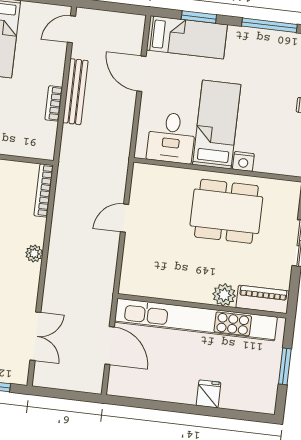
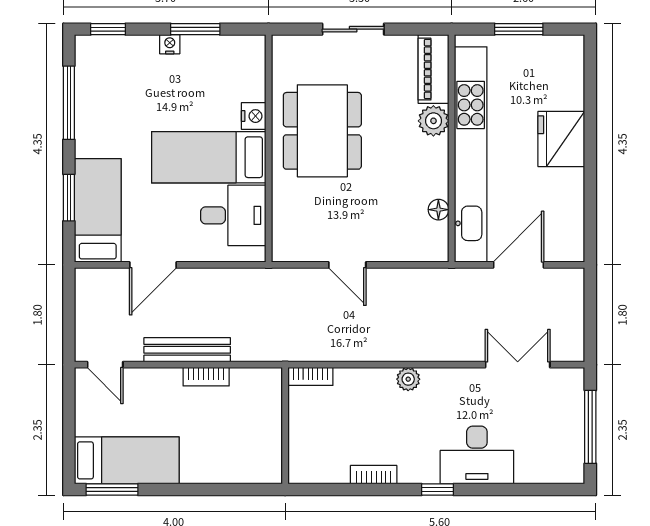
bookcase: (44, 190) -> (310, 376), width x0.64
floor lamp: (158, 291) -> (438, 210), added
fridge: (209, 394) -> (561, 139), width x1.88, depth x1.34

